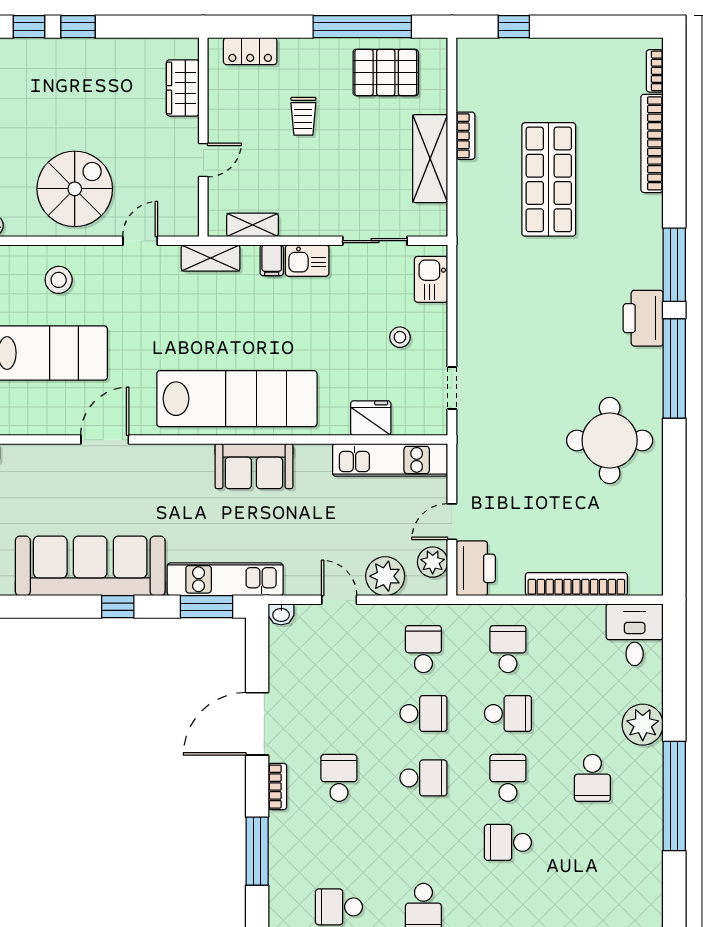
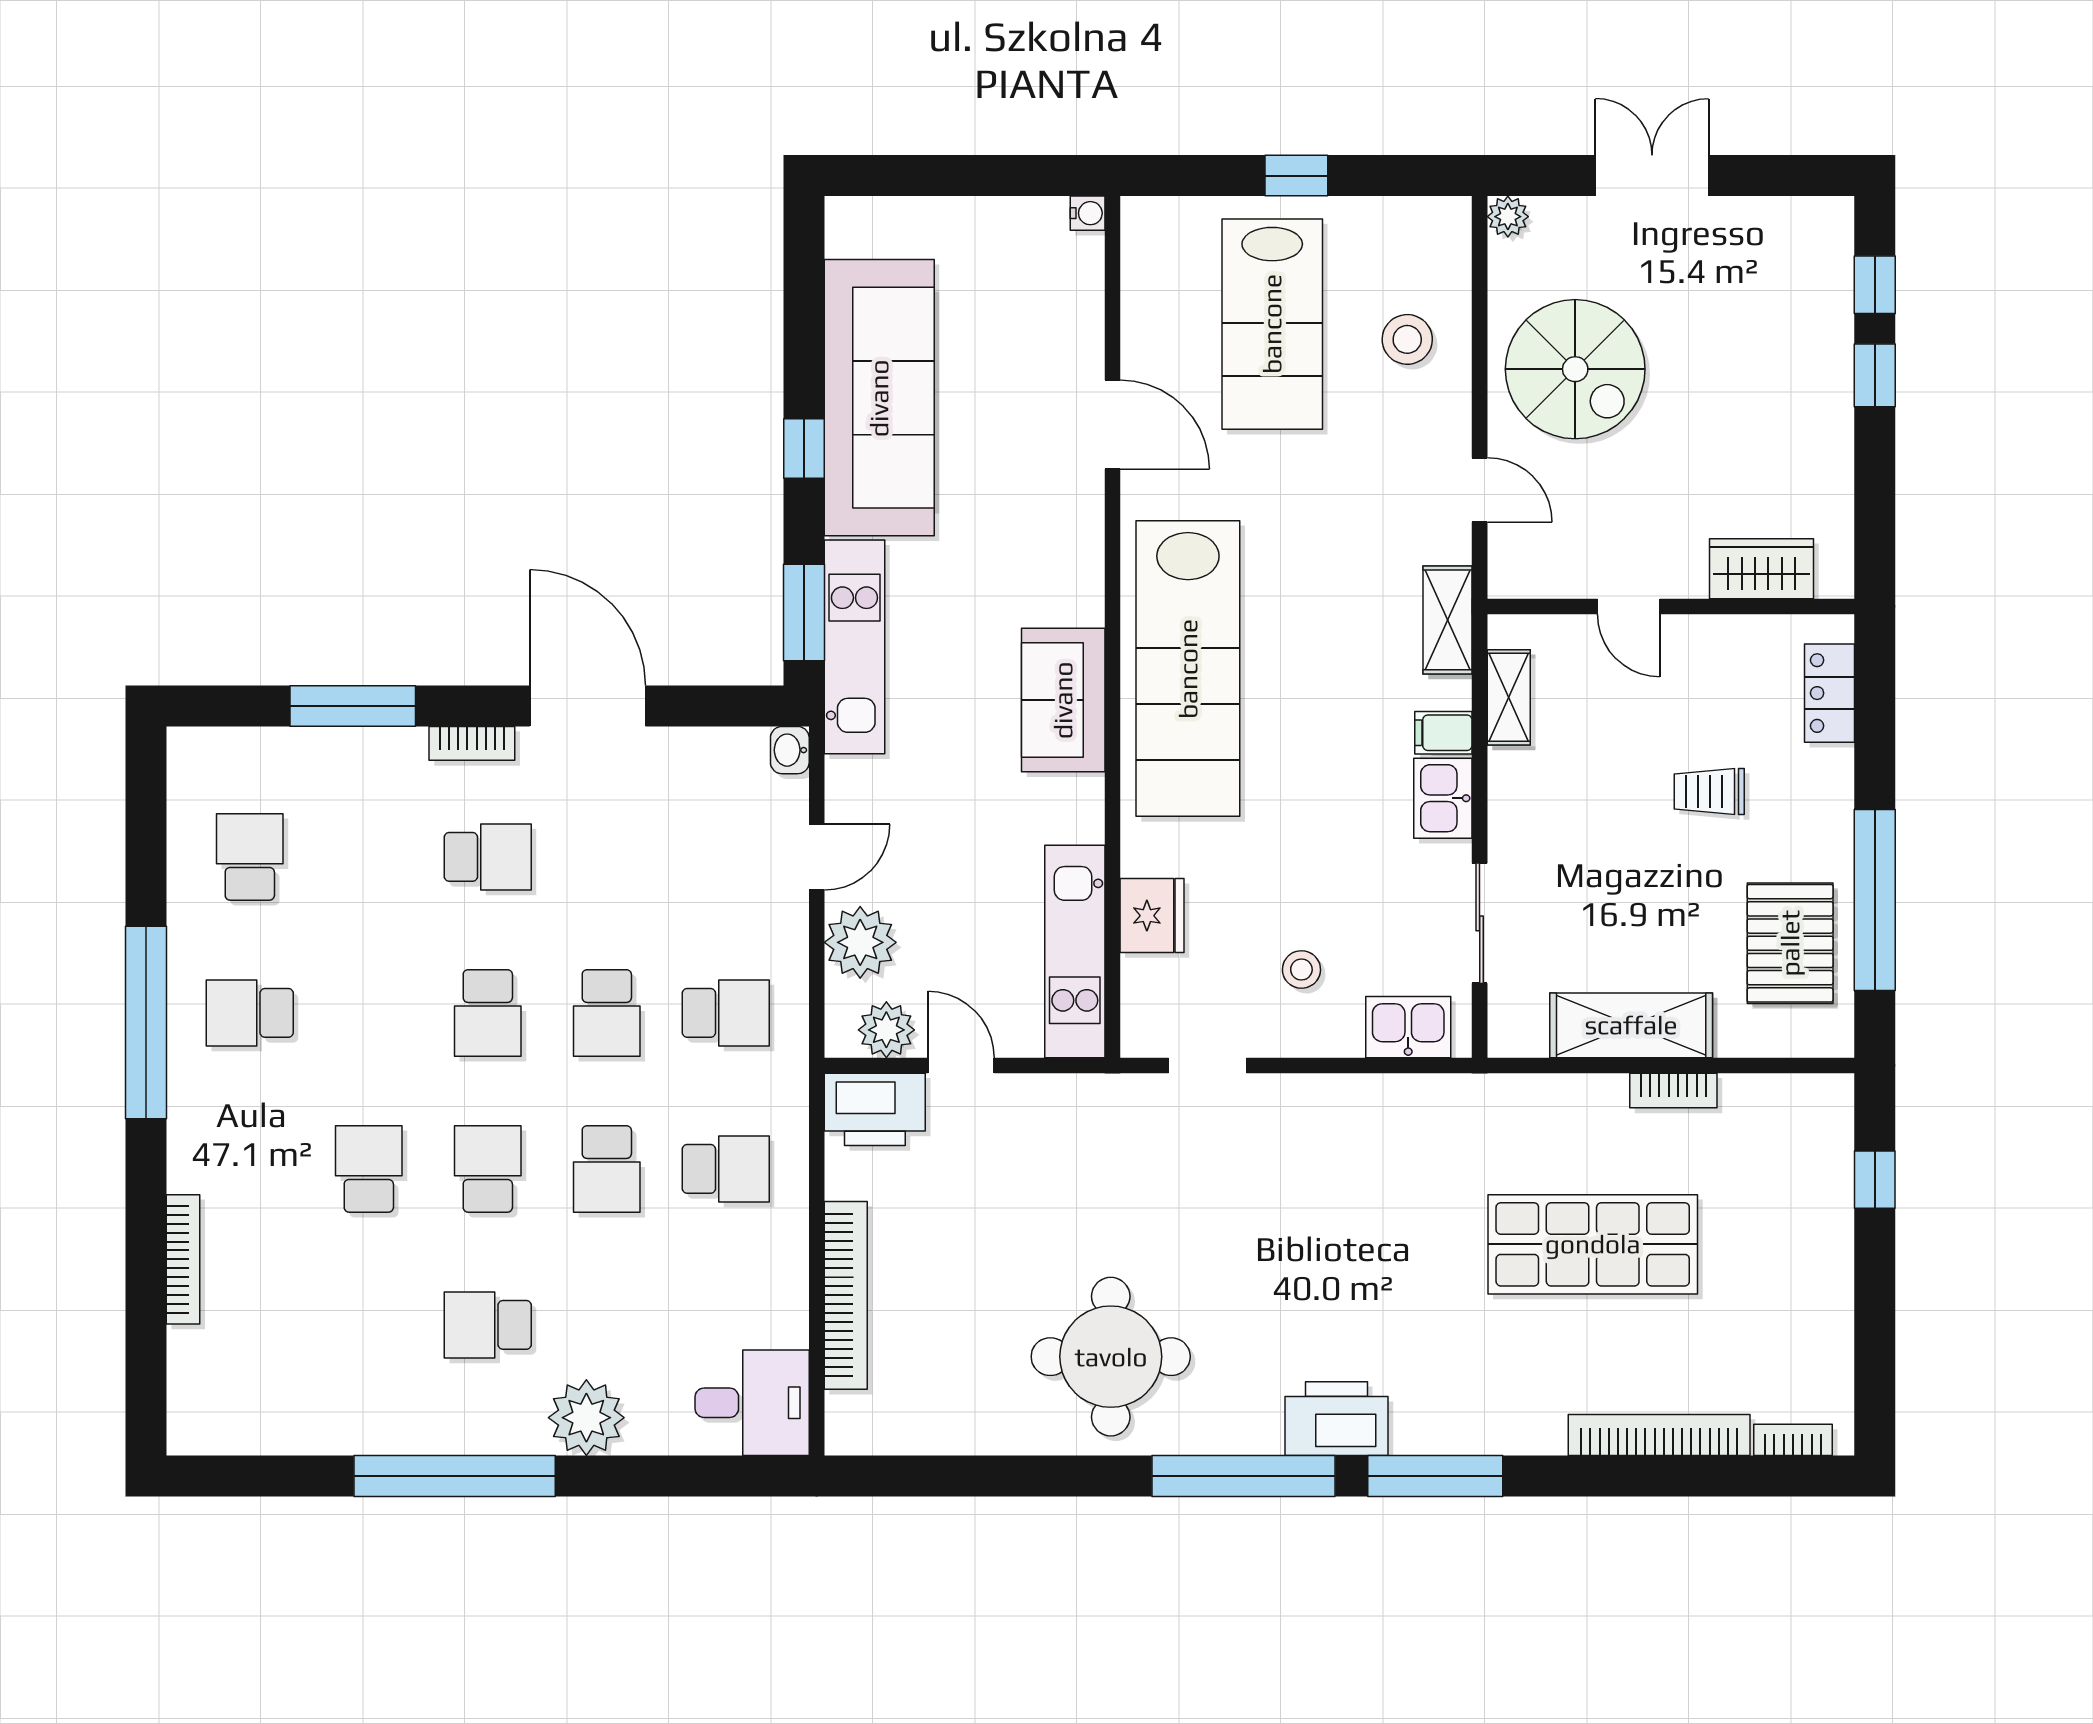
school desk: (508, 778) -> (488, 1169), turned -90

